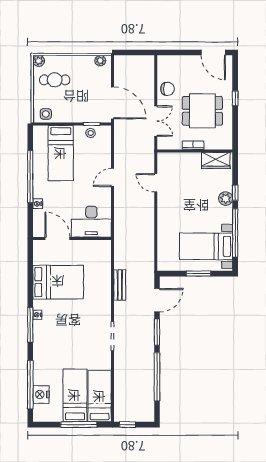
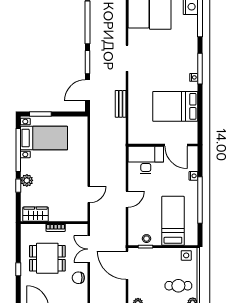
door: (156, 183) -> (89, 194), hinge flipped
window: (199, 274) -> (40, 114), moved

